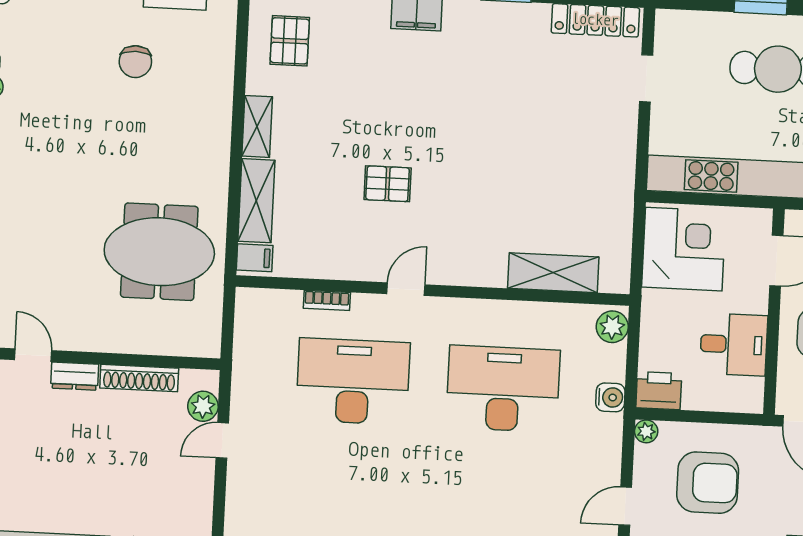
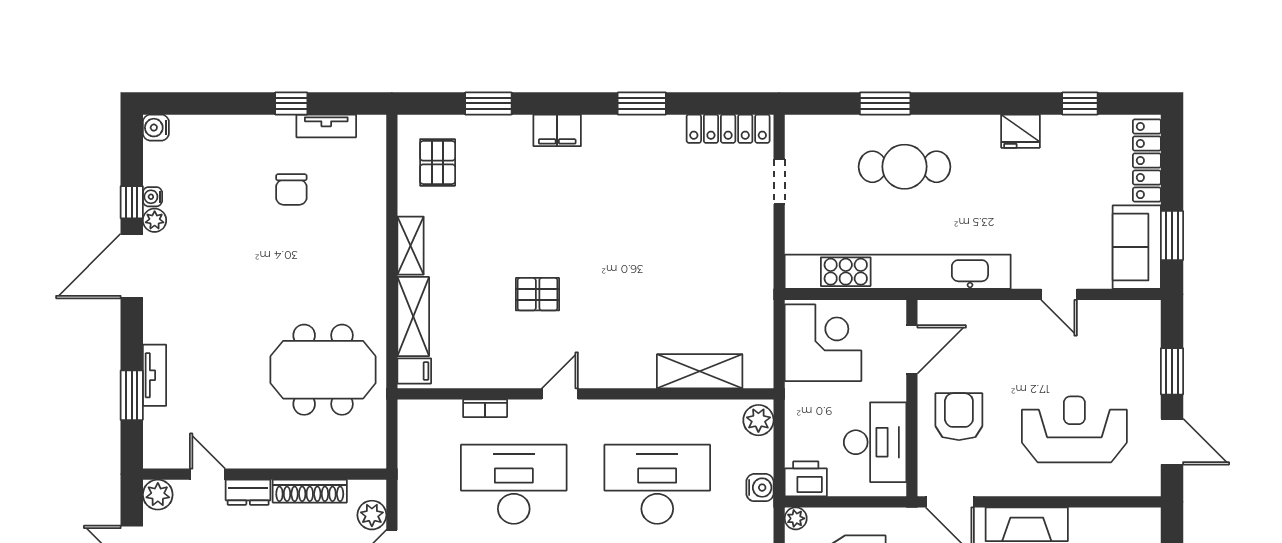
desk: (734, 344) -> (875, 442), width x1.37

